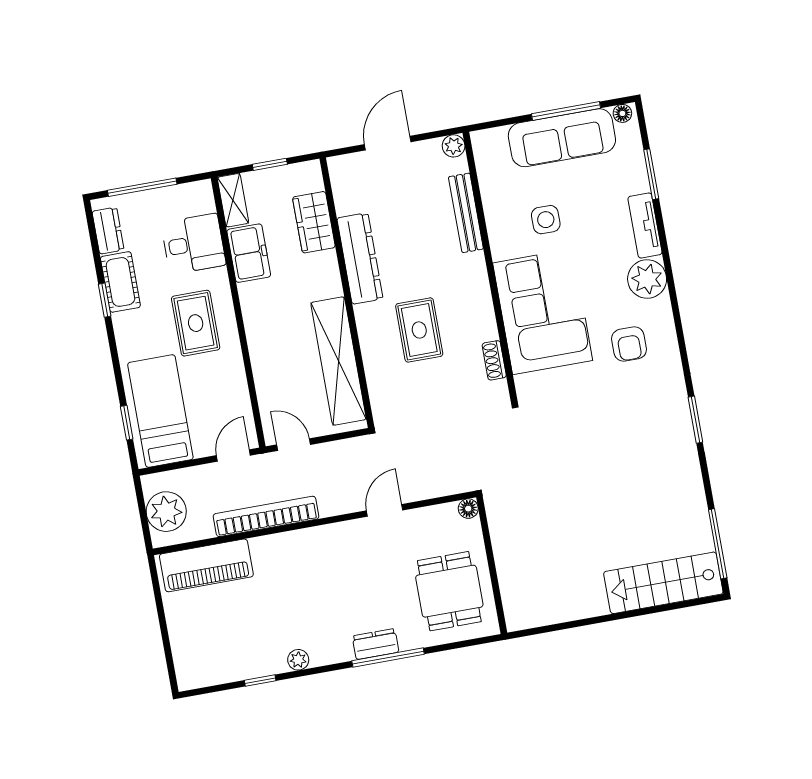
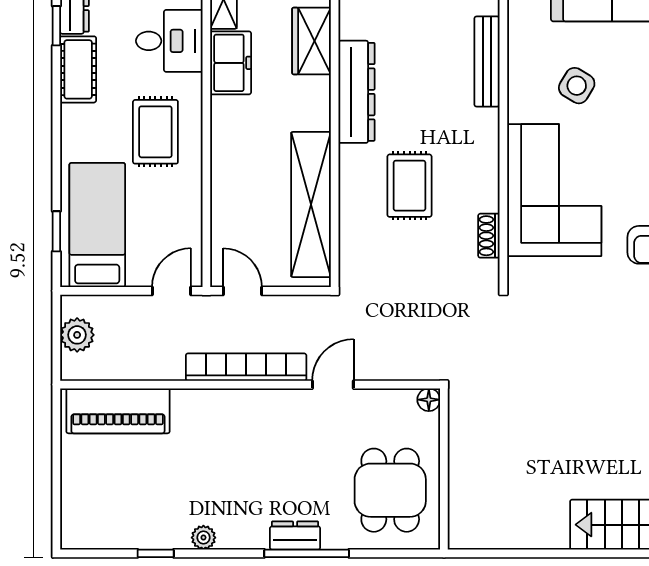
side table: (546, 220) -> (577, 86), turned 31
window: (105, 300) -> (56, 26), moved
plant: (166, 512) -> (77, 335), width x0.73, depth x0.73
bookcase: (266, 516) -> (246, 367), moved

